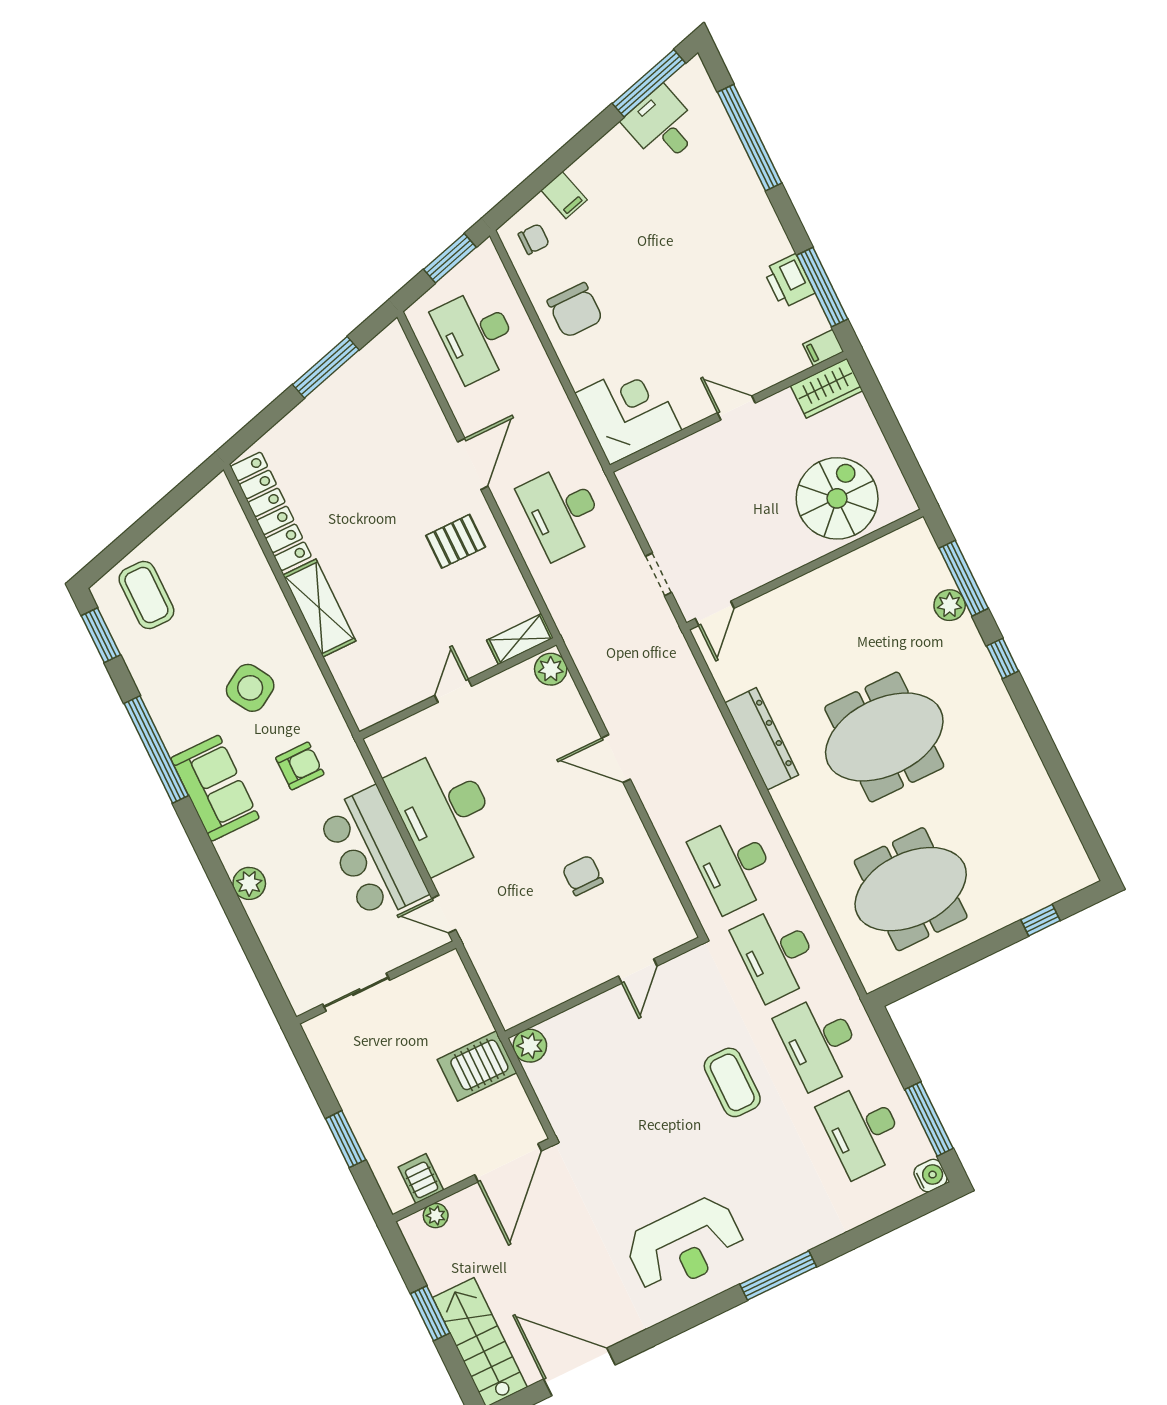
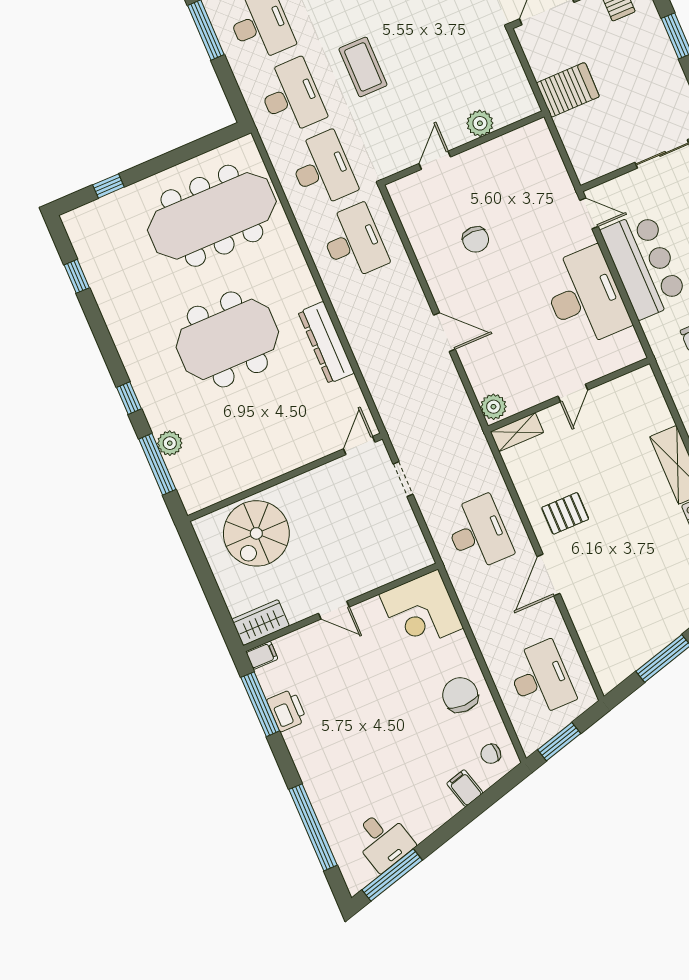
window: (1074, 806) -> (77, 276), added
meeting table: (911, 889) -> (212, 216), width x1.36
plant: (530, 1046) -> (480, 123), moved

